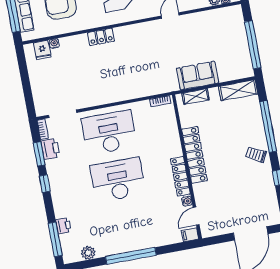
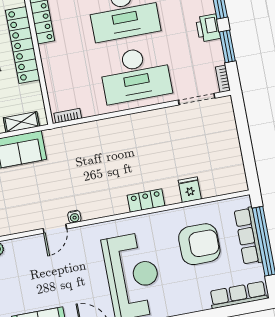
water cooler: (54, 44) -> (74, 217), moved
fridge: (42, 50) -> (190, 190), moved
printer: (50, 149) -> (208, 28), moved

